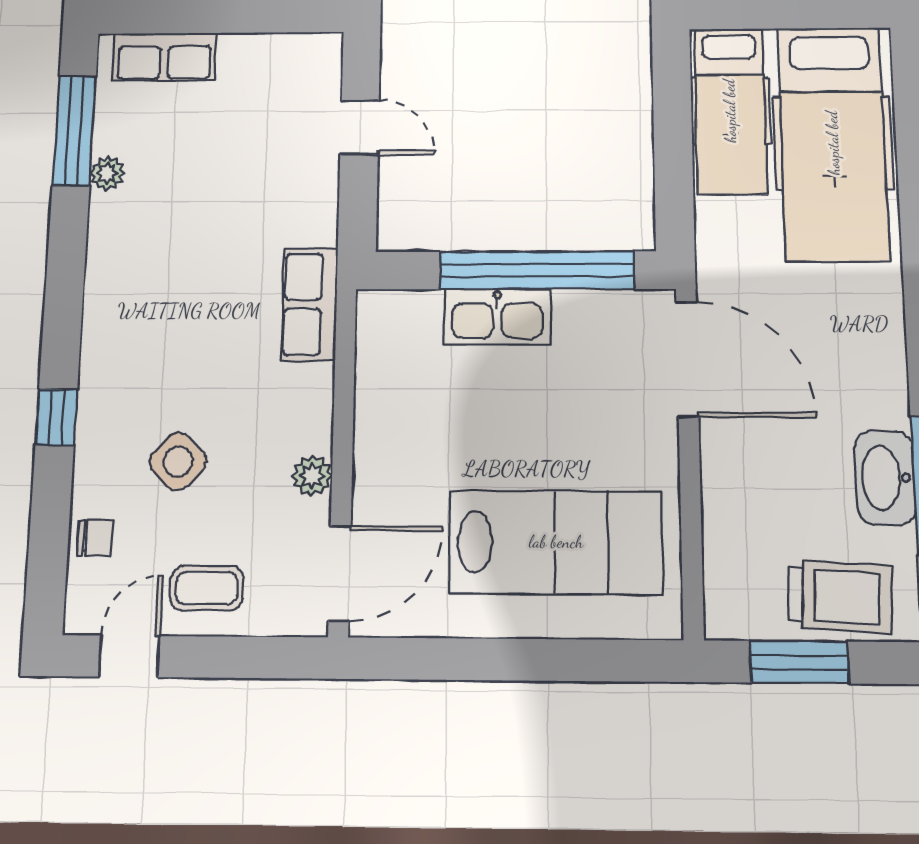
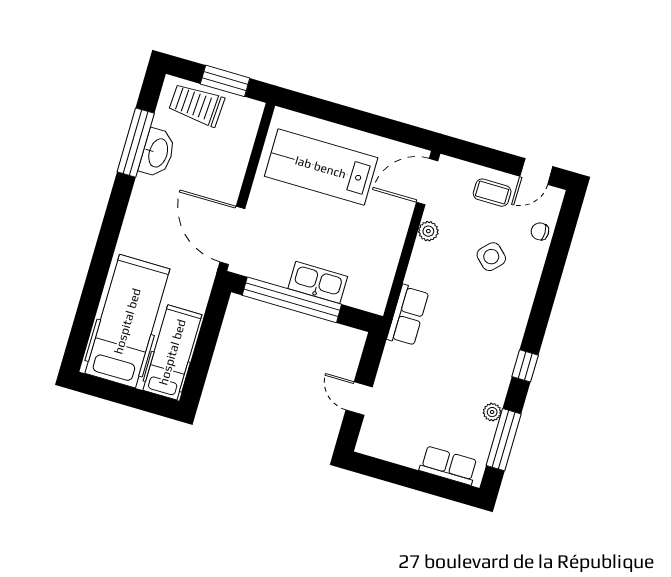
window: (56, 417) -> (525, 366), moved

